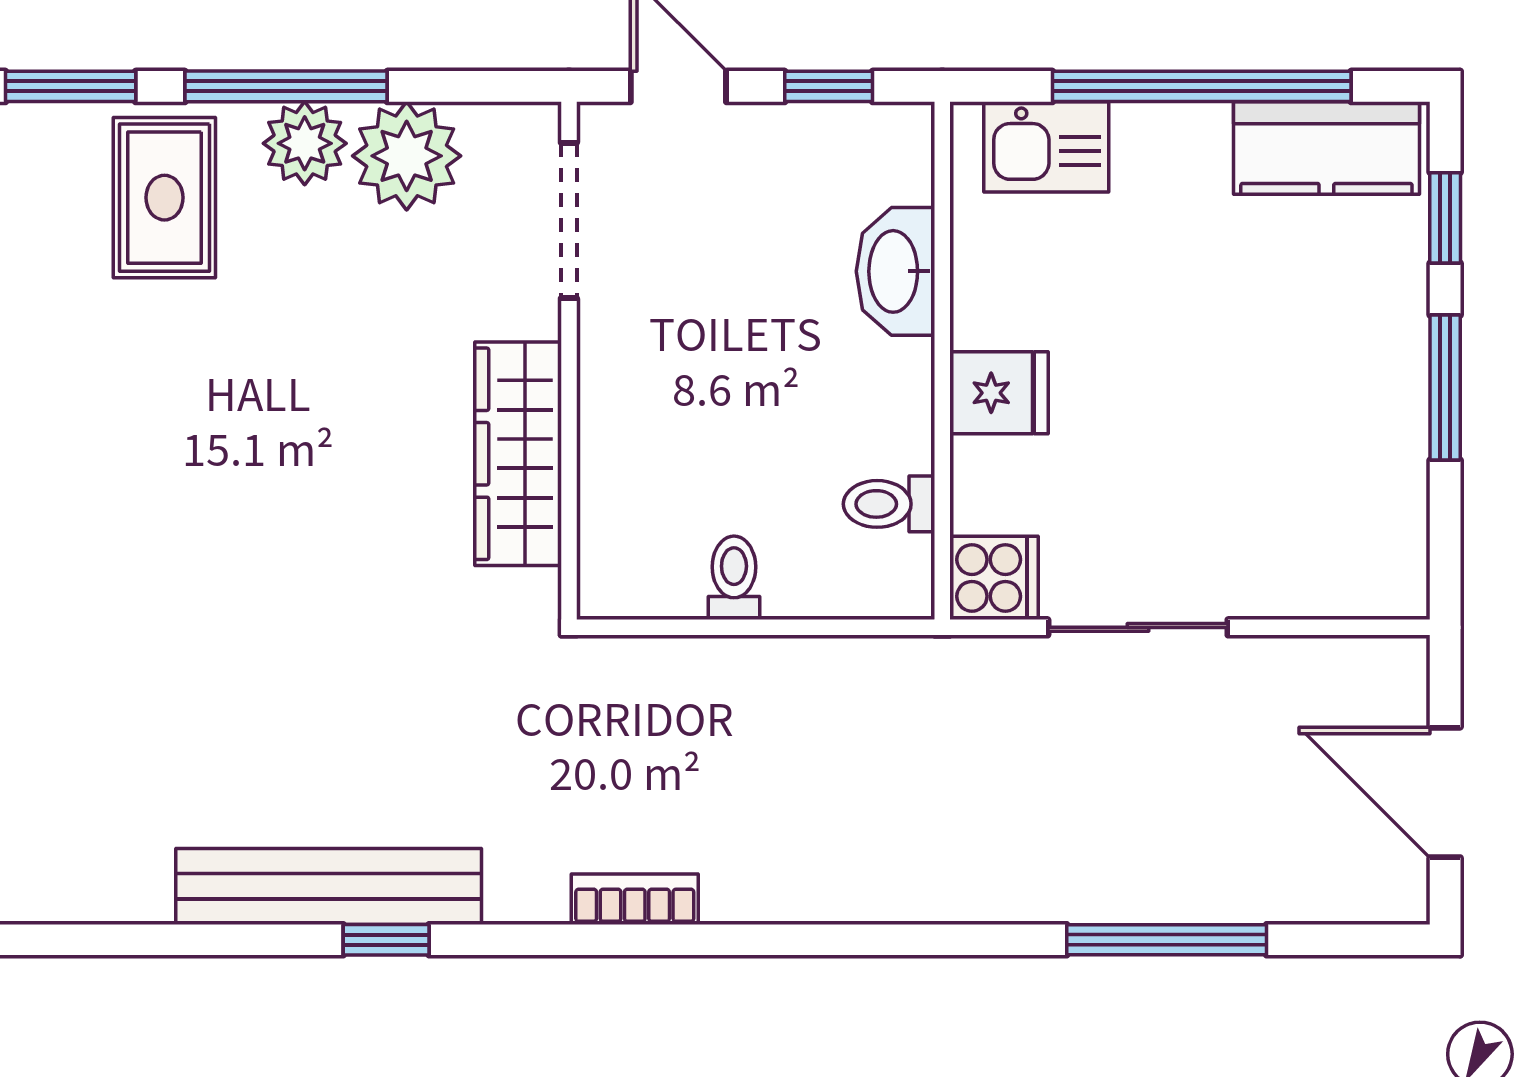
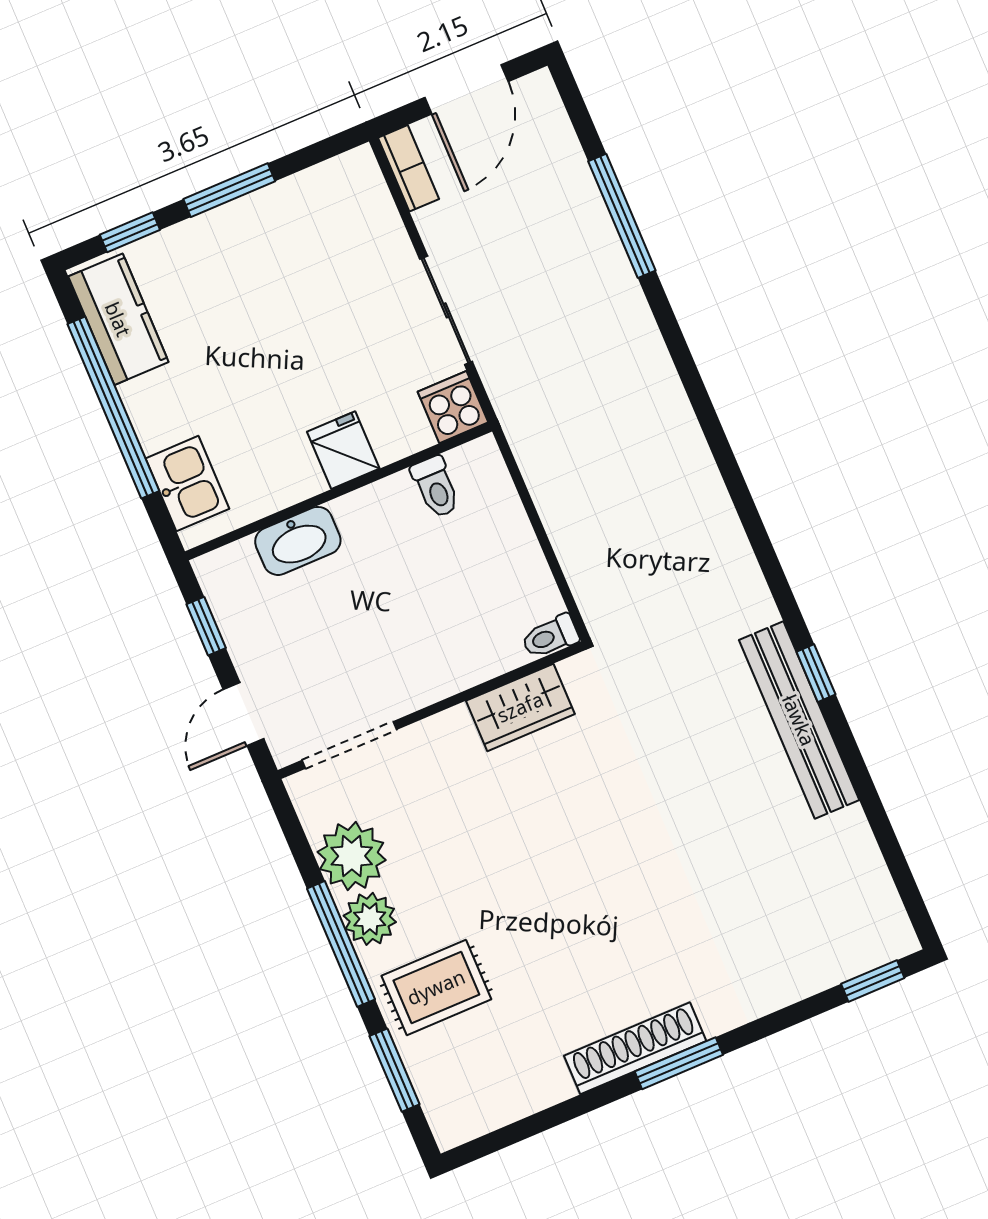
wardrobe: (518, 454) -> (520, 707), width x0.67
toilet: (734, 578) -> (550, 637), moved
bookcase: (635, 899) -> (409, 168), moved, turned 180

